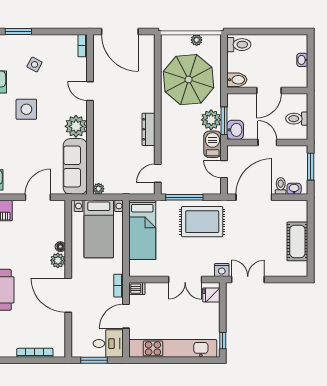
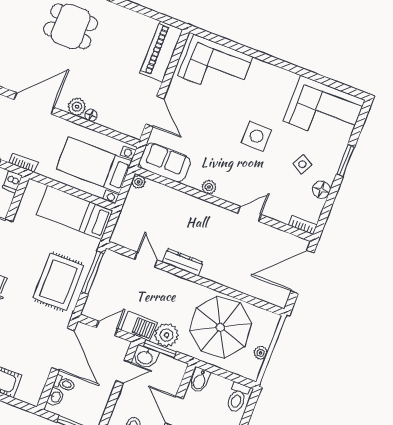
floor lamp: (49, 42) -> (321, 190), added
plant: (76, 126) -> (209, 187), width x0.53, depth x0.53
door: (267, 143) -> (124, 371), moved
sofa: (75, 166) -> (165, 162), width x0.73
door: (158, 173) -> (146, 260), moved

